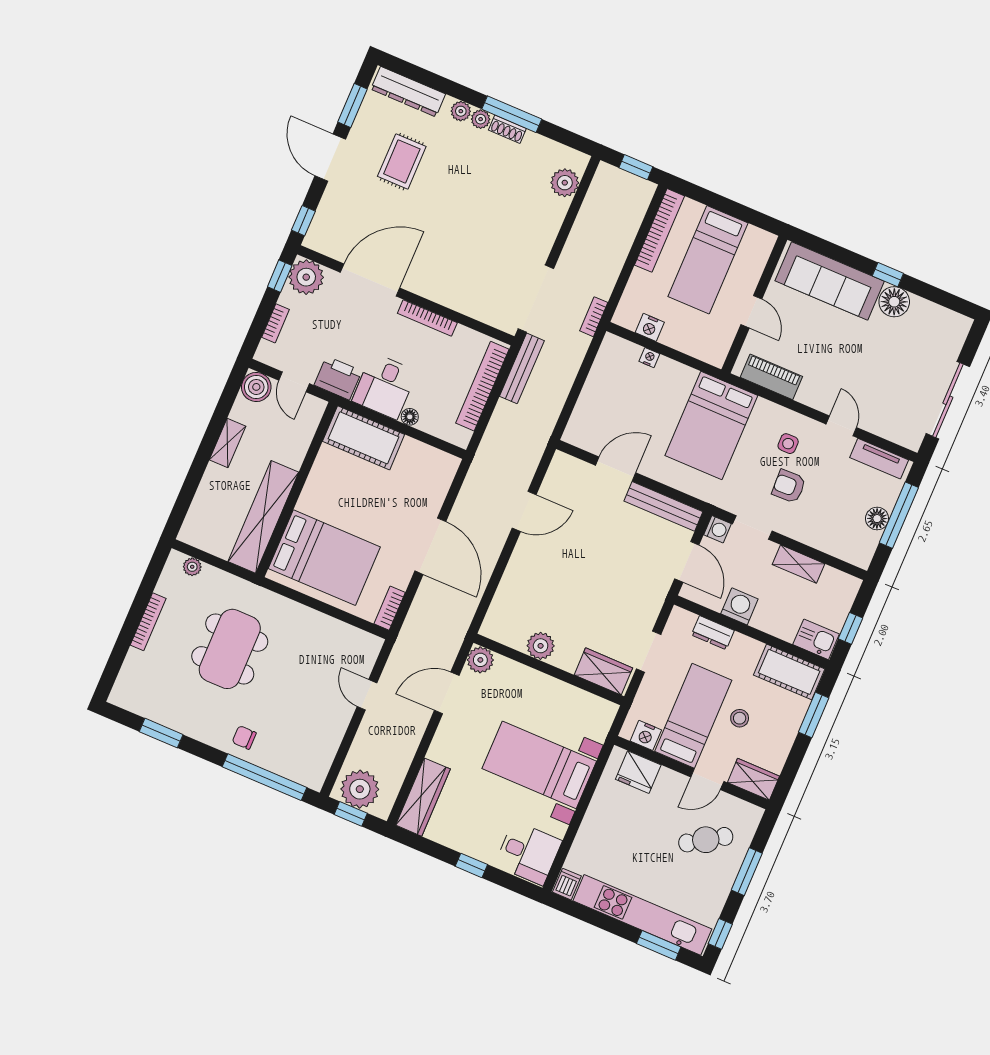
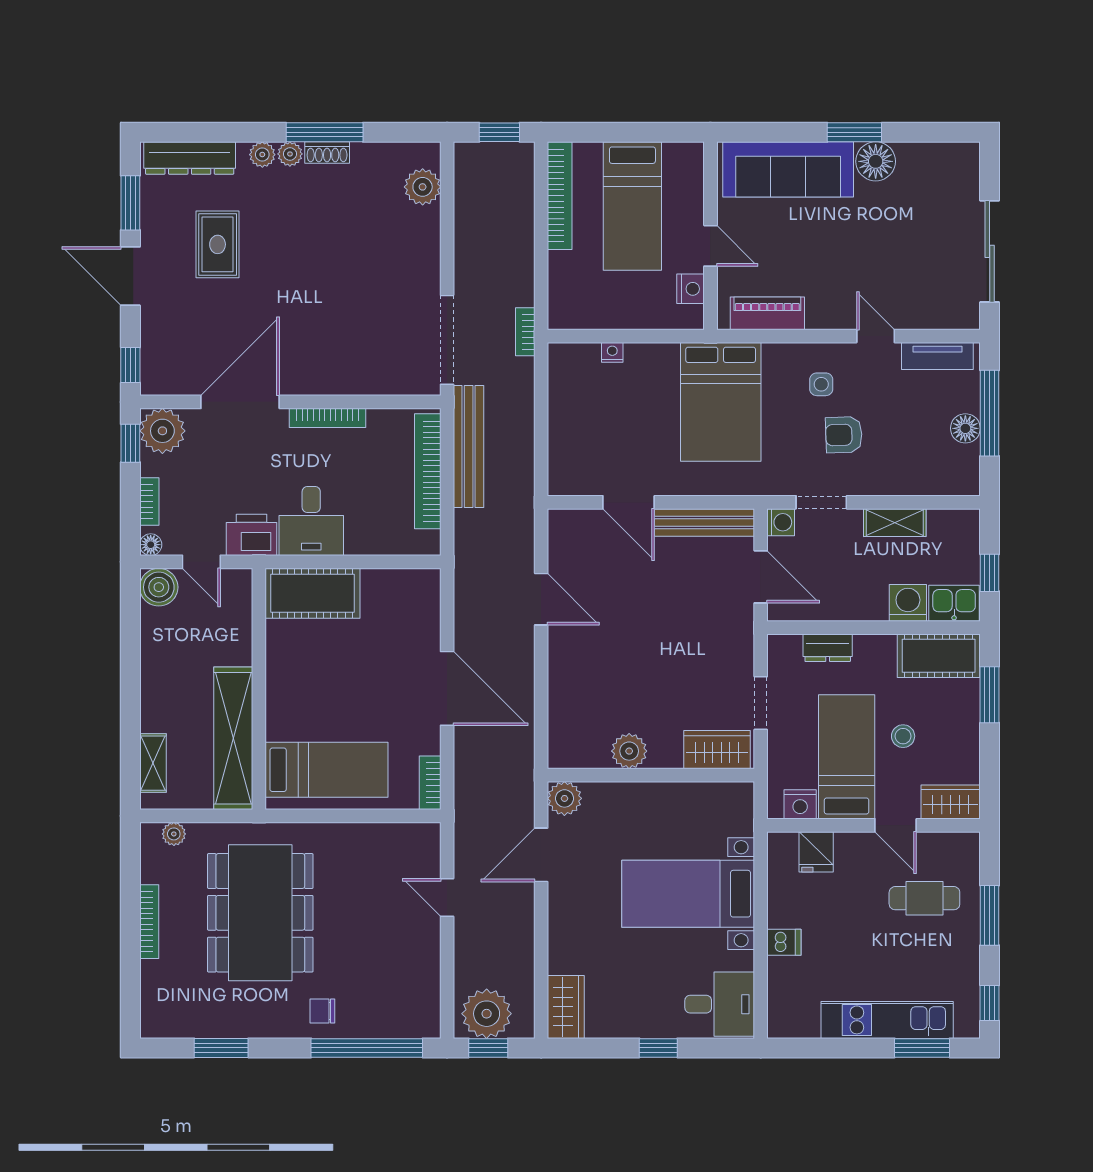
window: (888, 275) -> (854, 132), width x1.50
nightstand: (650, 327) -> (691, 289), moved, turned -90
bench: (522, 368) -> (469, 446), width x1.37, depth x1.21
floor lamp: (410, 417) -> (151, 545), moved
shelving: (227, 443) -> (153, 763), moved
door: (616, 469) -> (629, 502), swing flipped
door: (524, 511) -> (541, 599), hinge flipped
bed: (324, 558) -> (327, 770), width x0.67
washing machine: (739, 606) -> (908, 603), moved
dining table: (230, 649) -> (260, 913), width x1.36, depth x1.24
fridge: (638, 772) -> (816, 852), width x0.72
door: (707, 779) -> (896, 825), hinge flipped
wardrobe: (423, 797) -> (566, 1007), width x0.67
cafe table: (706, 840) -> (924, 898), turned 33
dishwasher: (567, 884) -> (784, 942), moved, turned 90
kitchen unit: (642, 915) -> (887, 1020), width x0.73

